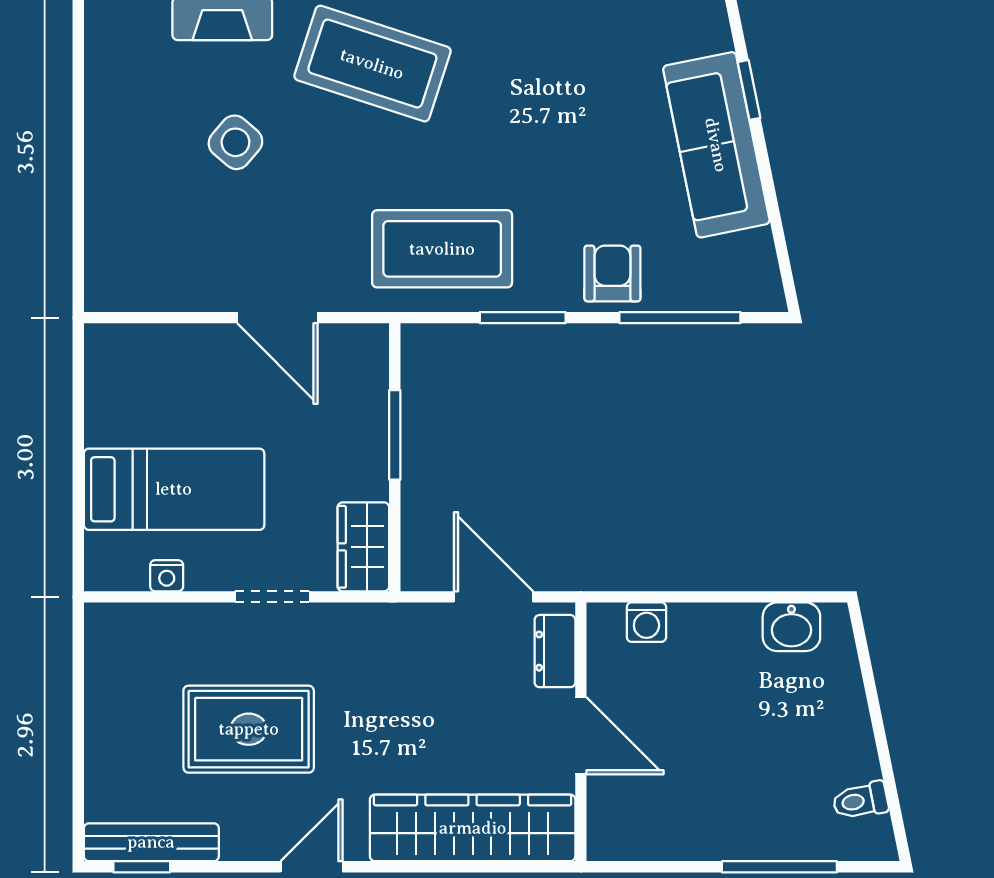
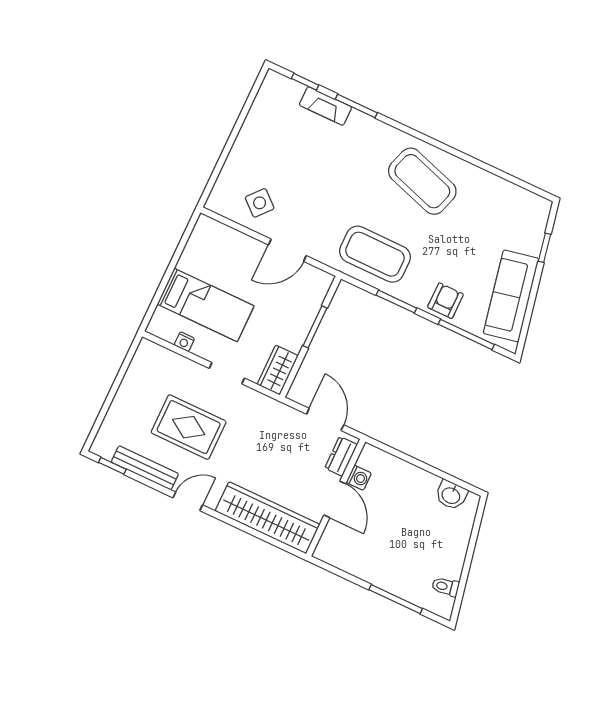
coffee table: (372, 64) -> (422, 181), moved
side table: (235, 142) -> (260, 203), moved
sofa: (716, 145) -> (511, 296), moved
door: (277, 318) -> (287, 250), hinge flipped
washing machine: (646, 622) -> (359, 478), moved, turned -90
bench: (151, 842) -> (145, 468), moved

